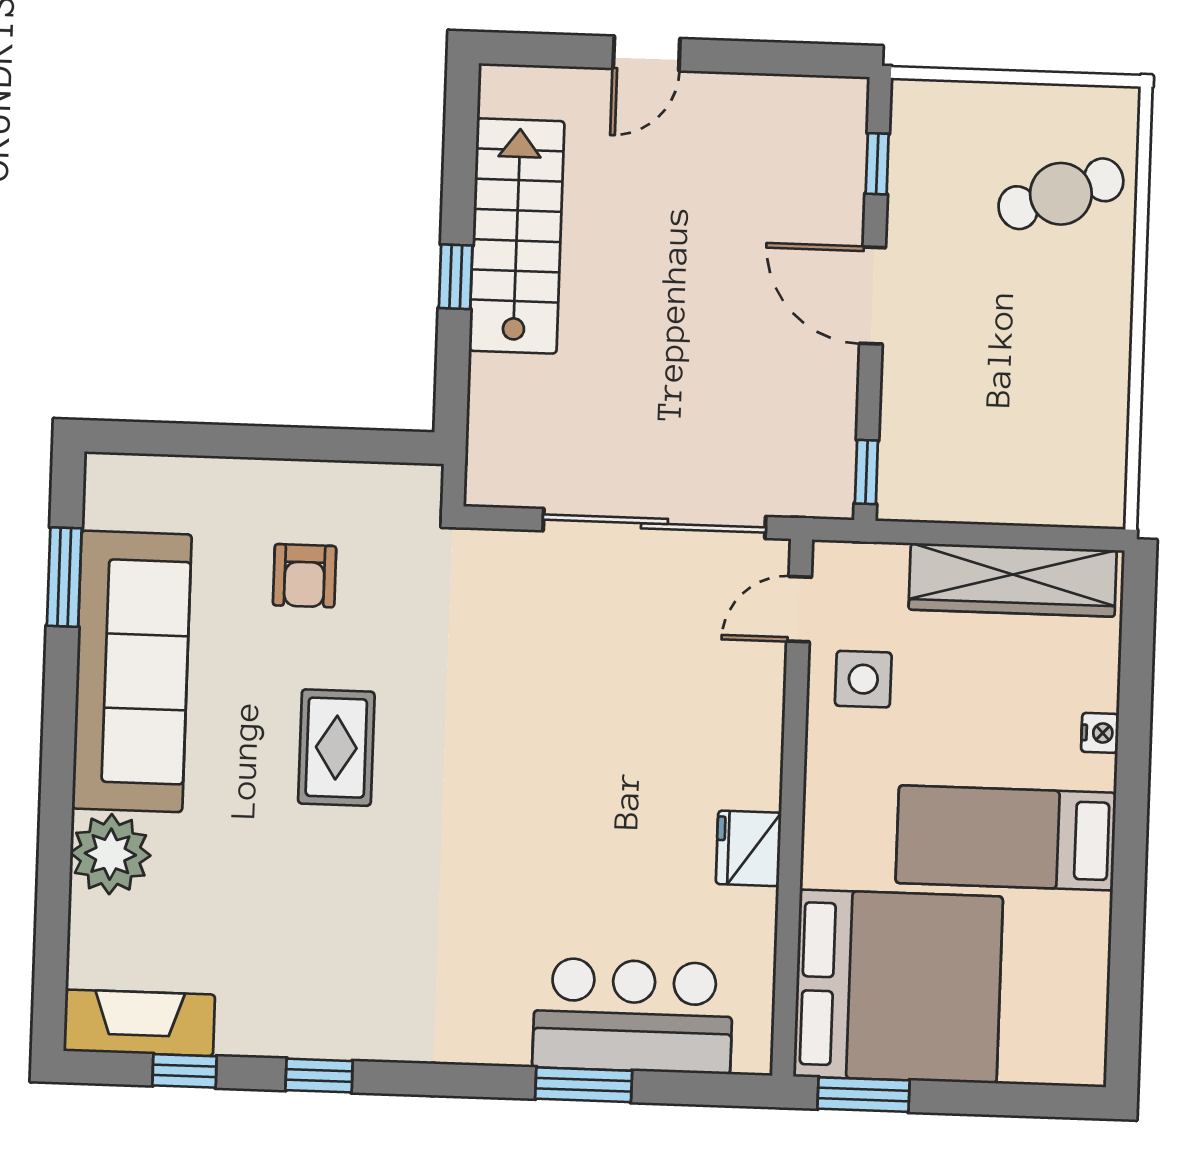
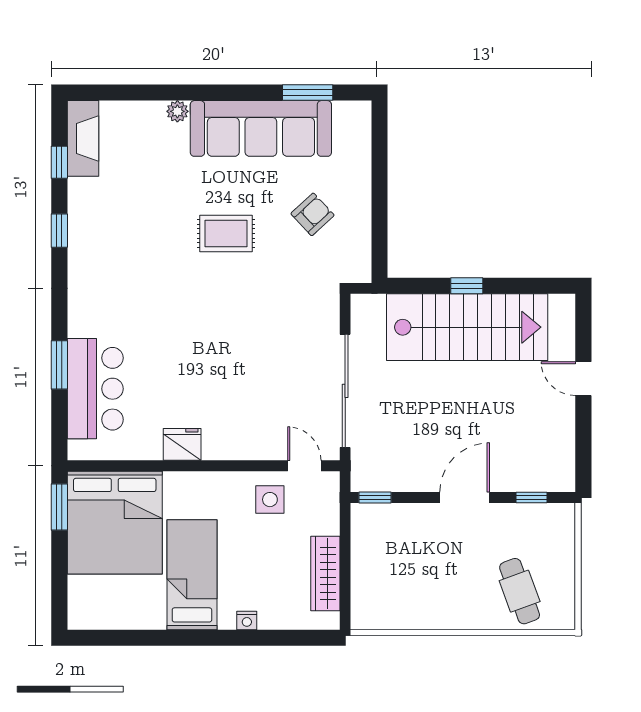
stairs: (517, 236) -> (467, 327), width x1.36, depth x1.51
armchair: (305, 576) -> (312, 214), turned 137
wardrobe: (1013, 580) -> (325, 574), width x0.71, depth x0.85
plant: (110, 854) -> (177, 111), width x0.53, depth x0.53

